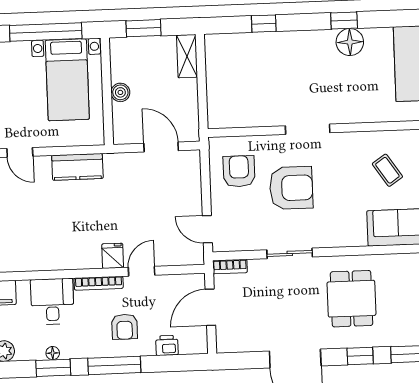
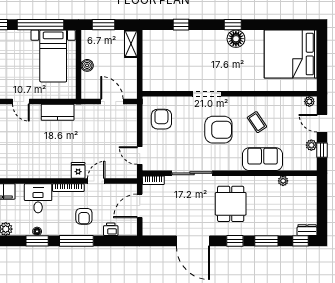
armchair: (291, 188) -> (218, 130), moved
sliding door: (290, 253) -> (192, 173), width x1.37

